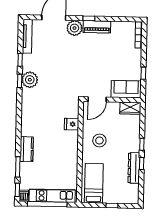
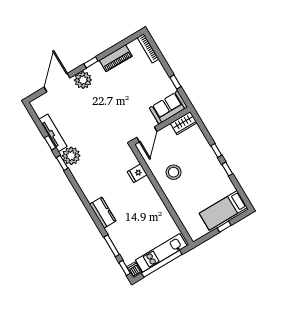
piano: (97, 27) -> (116, 58), moved
tv unit: (27, 36) -> (53, 133), moved
kitchen counter: (27, 149) -> (103, 213), moved
dresser: (134, 168) -> (223, 178), removed
bed: (94, 183) -> (223, 210), moved, turned -90

